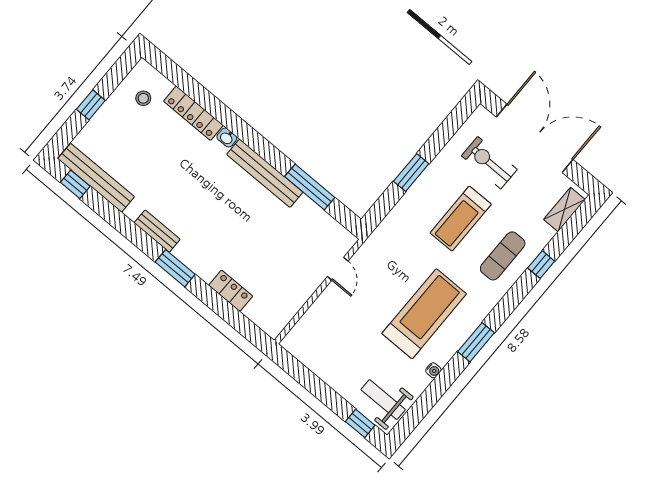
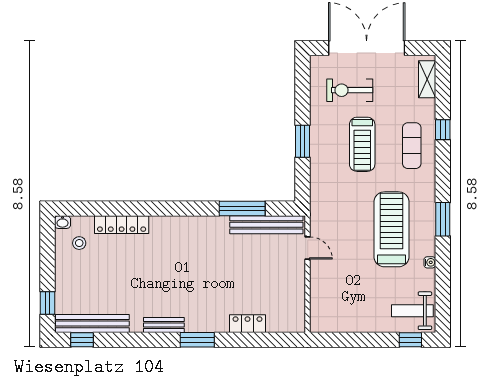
window: (91, 105) -> (47, 303), moved
washbasin: (227, 138) -> (63, 222), moved
bench: (265, 173) -> (266, 225), moved

